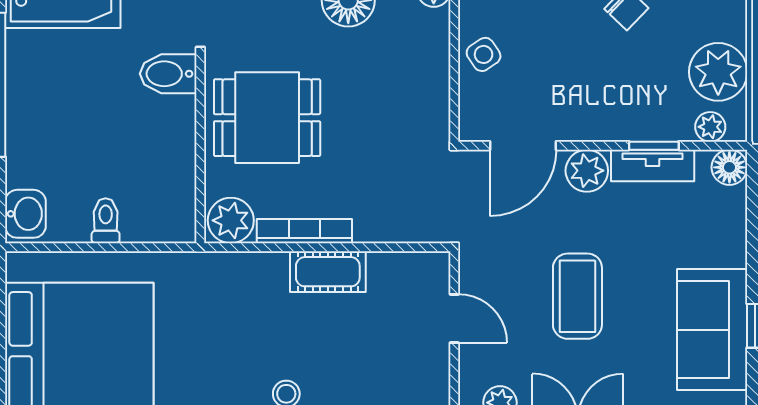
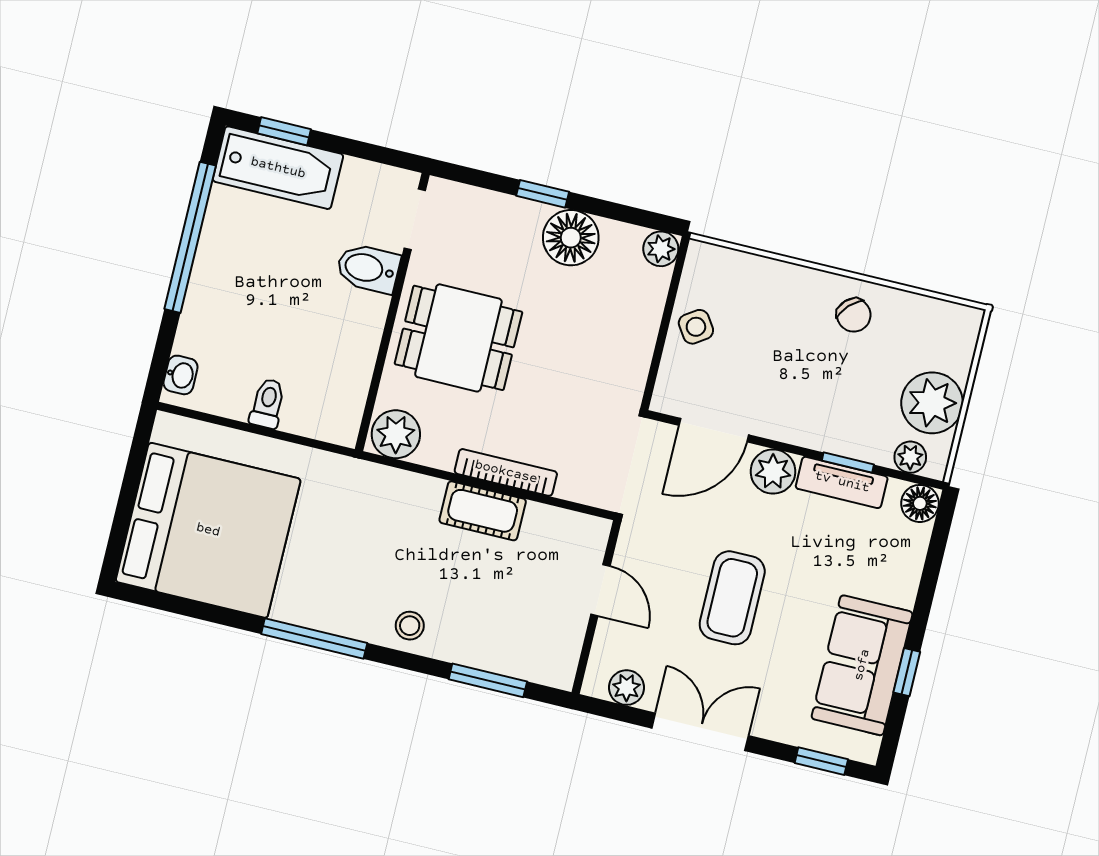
washbasin: (25, 214) -> (181, 375), width x0.72, depth x0.69
bookcase: (304, 231) -> (506, 472), moved

